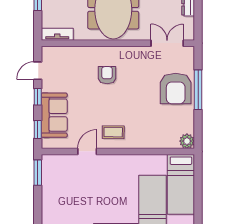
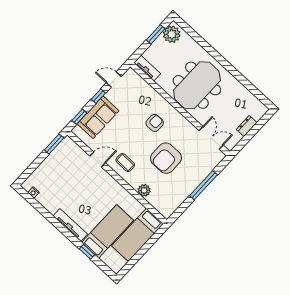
armchair: (176, 89) -> (166, 158), moved
plant: (187, 141) -> (144, 190), moved

